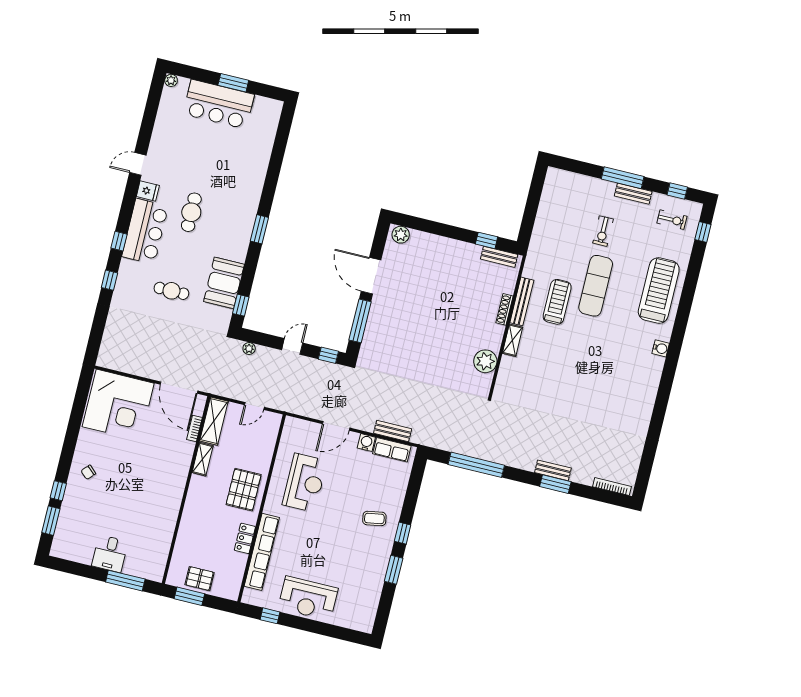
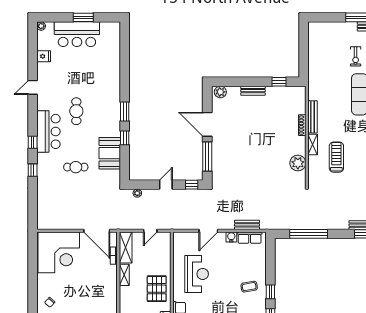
fridge: (148, 191) -> (44, 56), moved
bench: (499, 257) -> (253, 91), moved
treadmill: (557, 302) -> (336, 157), moved
window: (241, 305) -> (125, 138), moved

